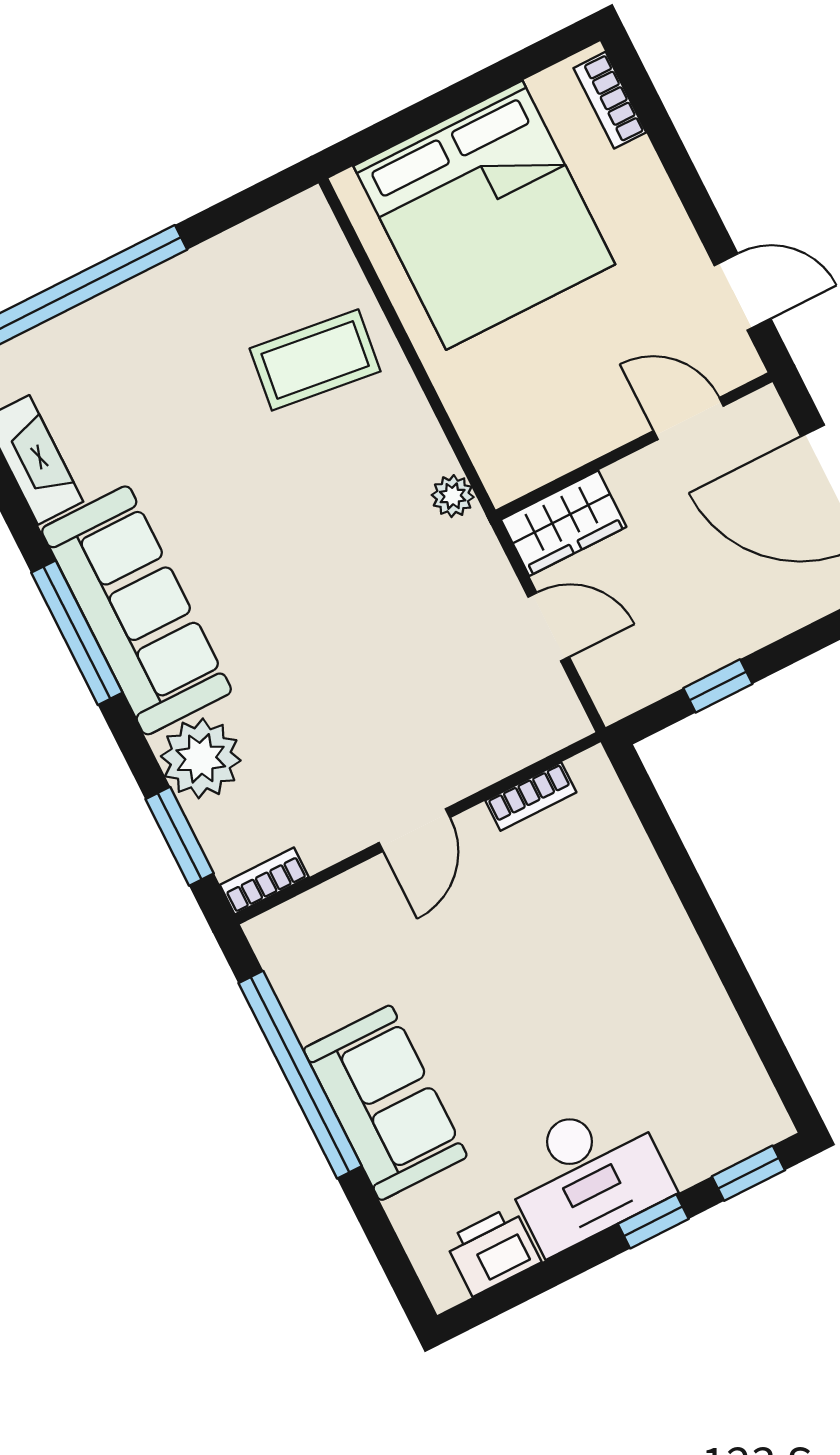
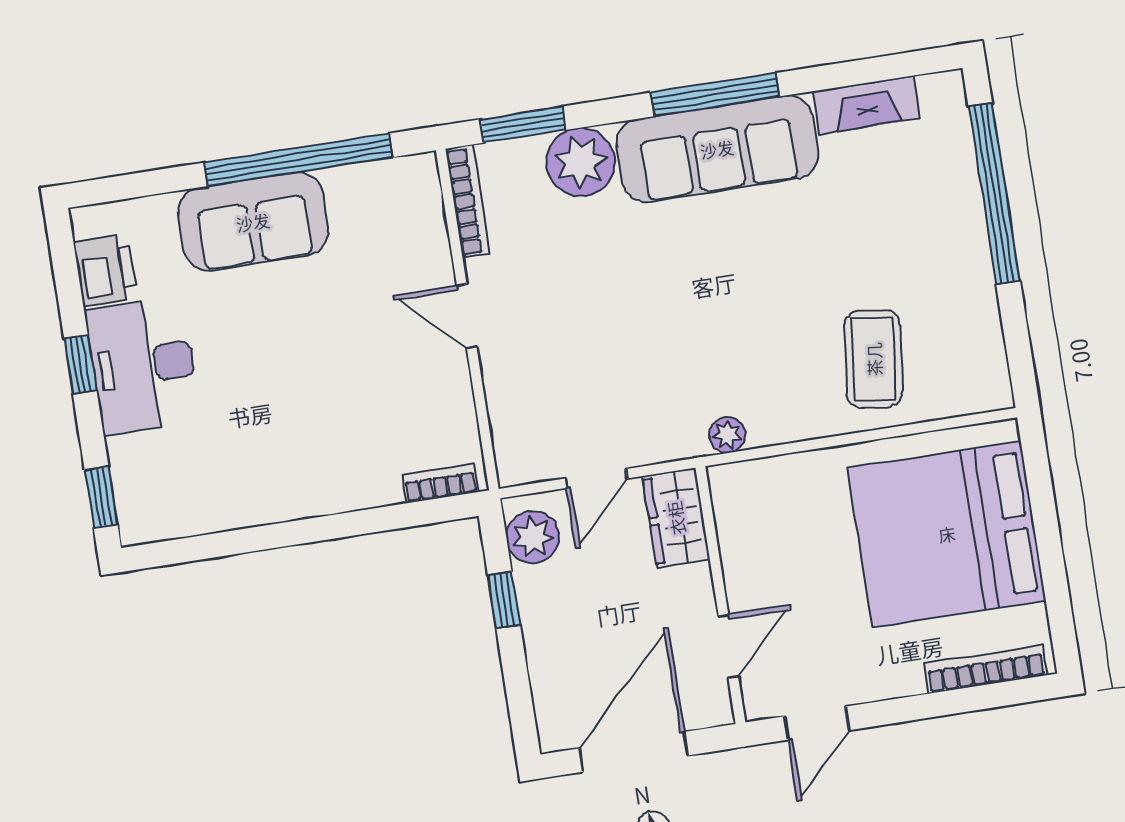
bookcase: (610, 100) -> (986, 669), width x1.56
plant: (637, 677) -> (533, 537), added
bookcase: (531, 796) -> (440, 483), moved, turned 90
bookcase: (264, 881) -> (468, 201), width x1.56
window: (653, 1221) -> (80, 365), moved

